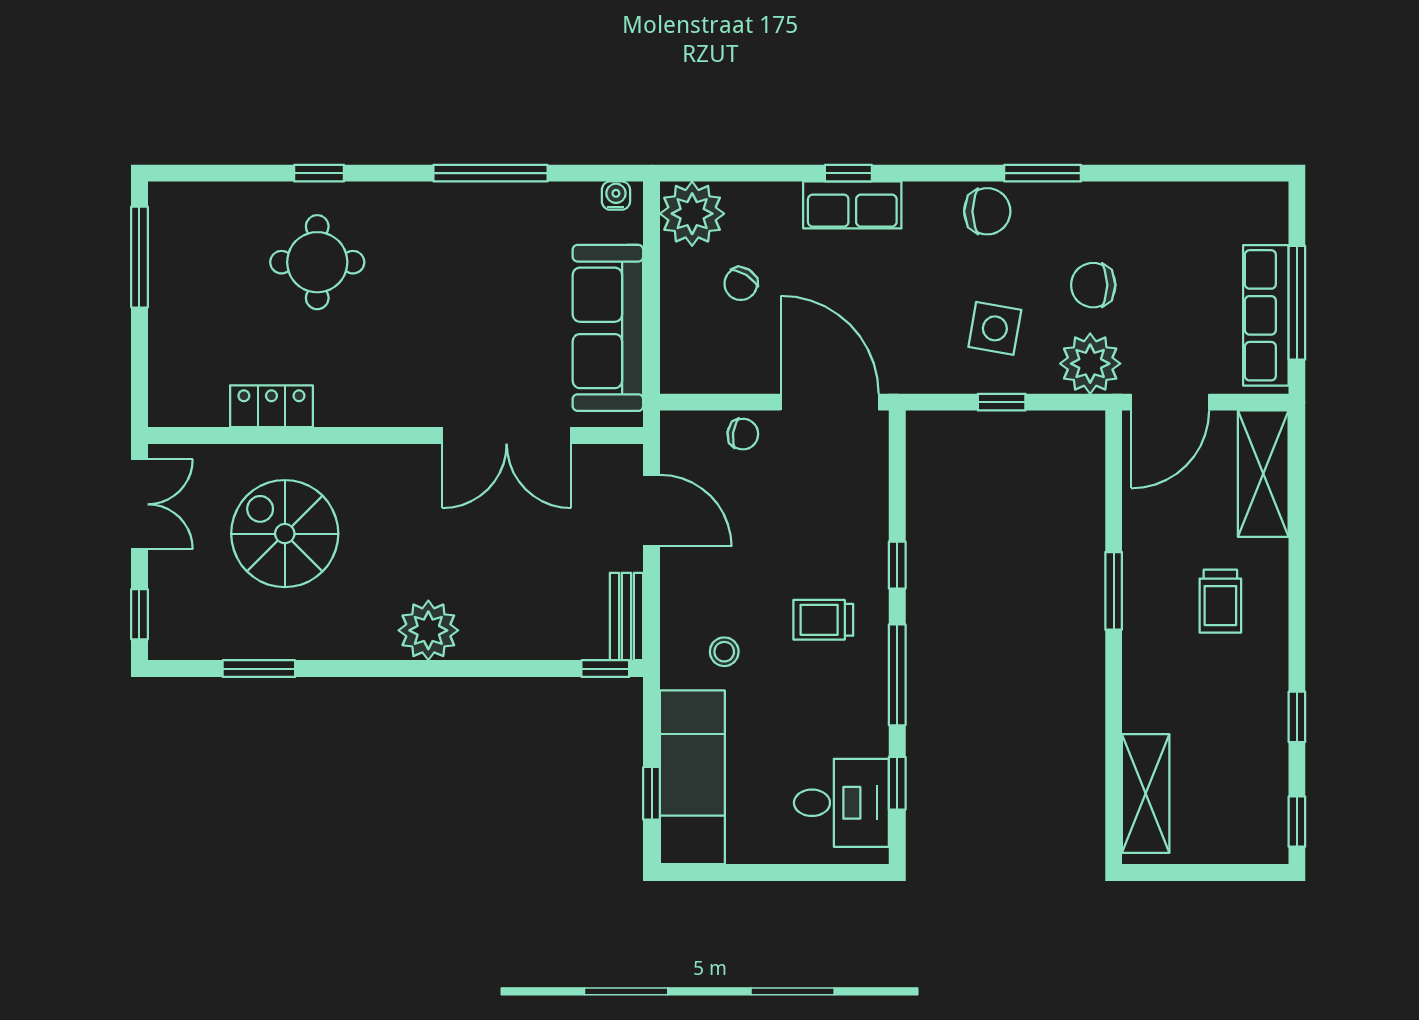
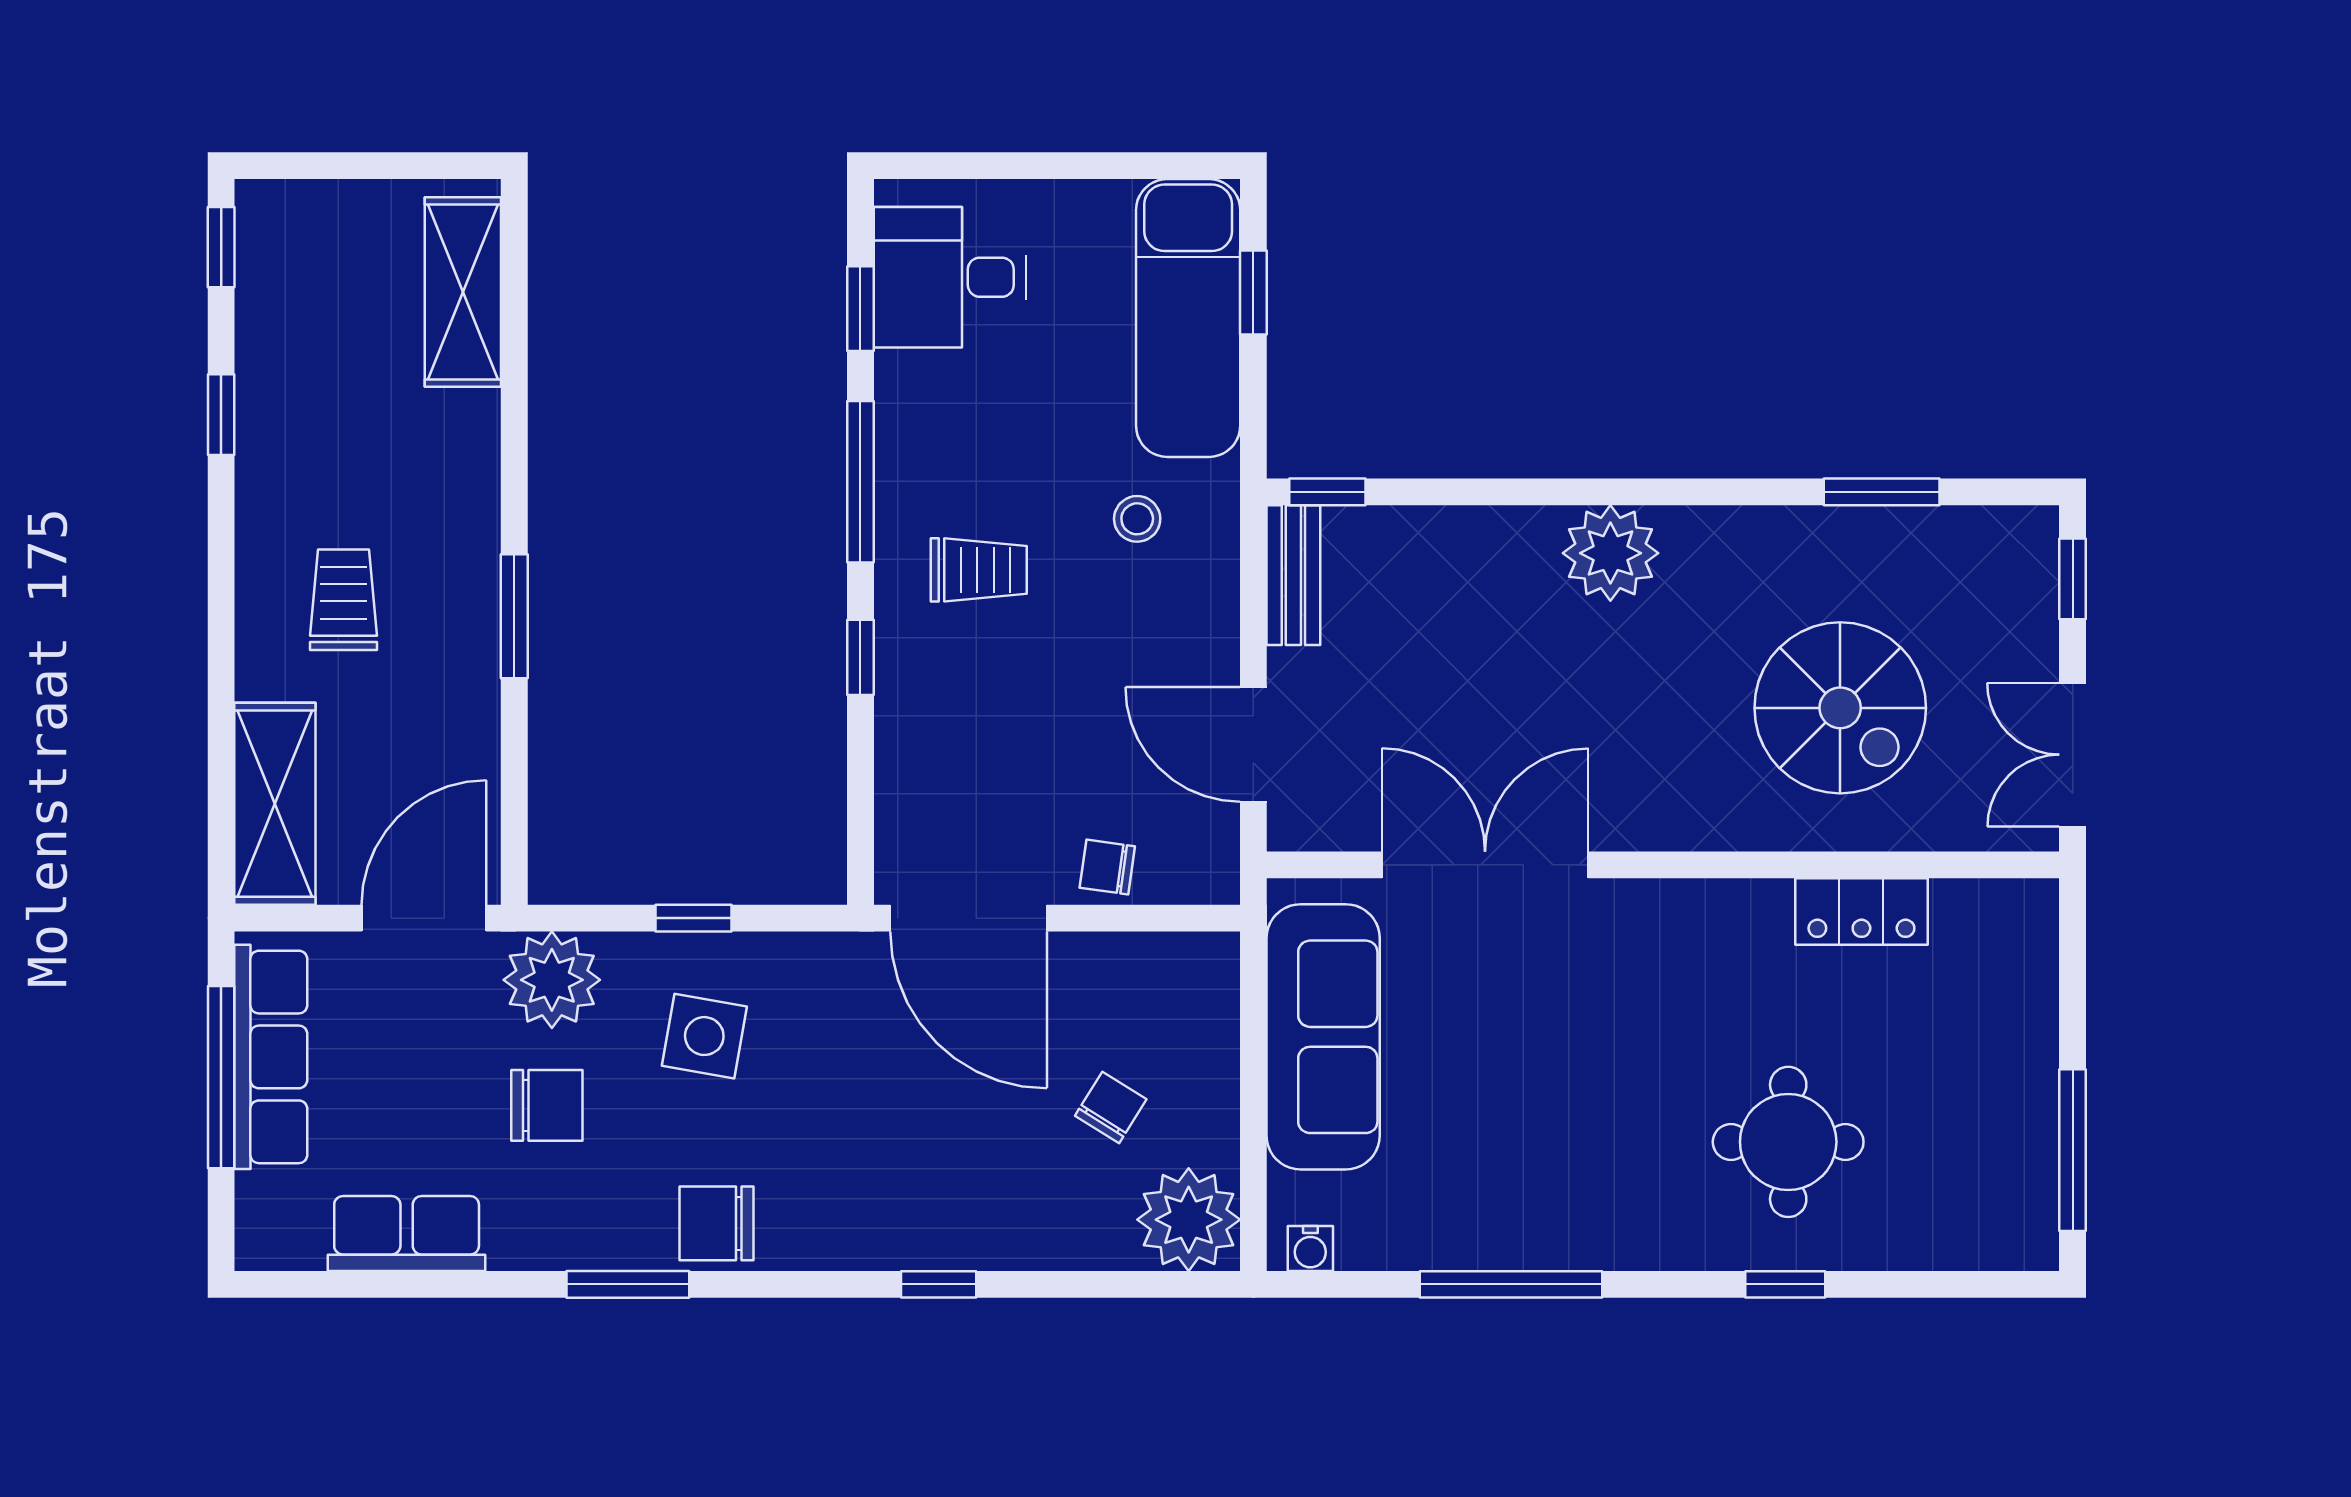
row of seats: (852, 205) -> (407, 1234), moved

